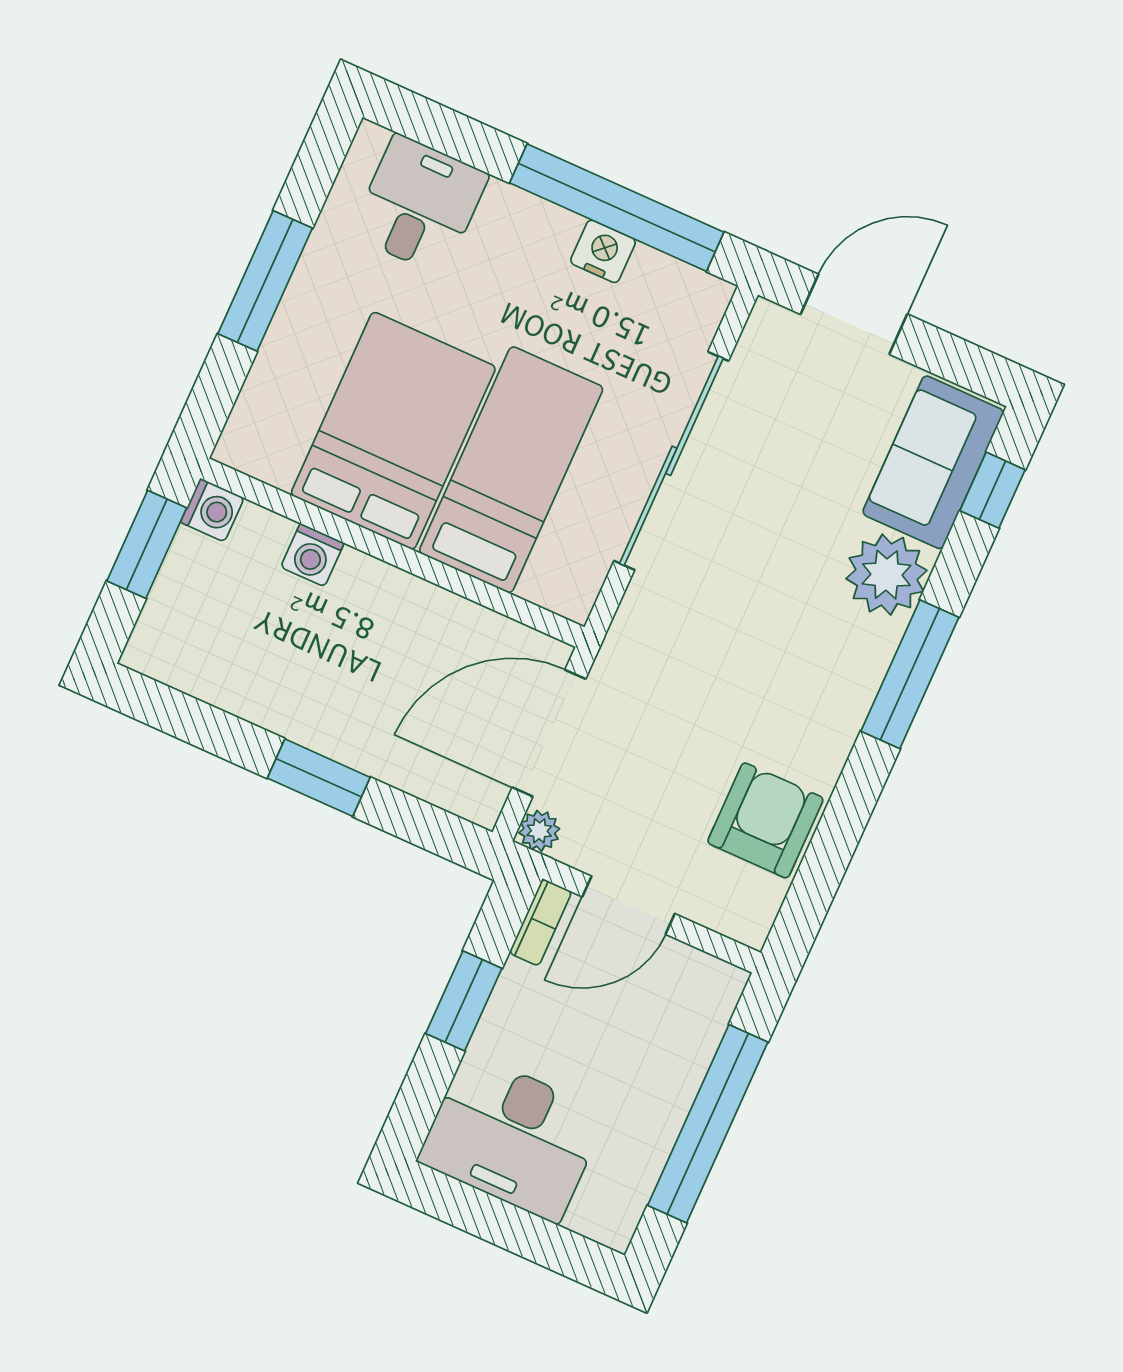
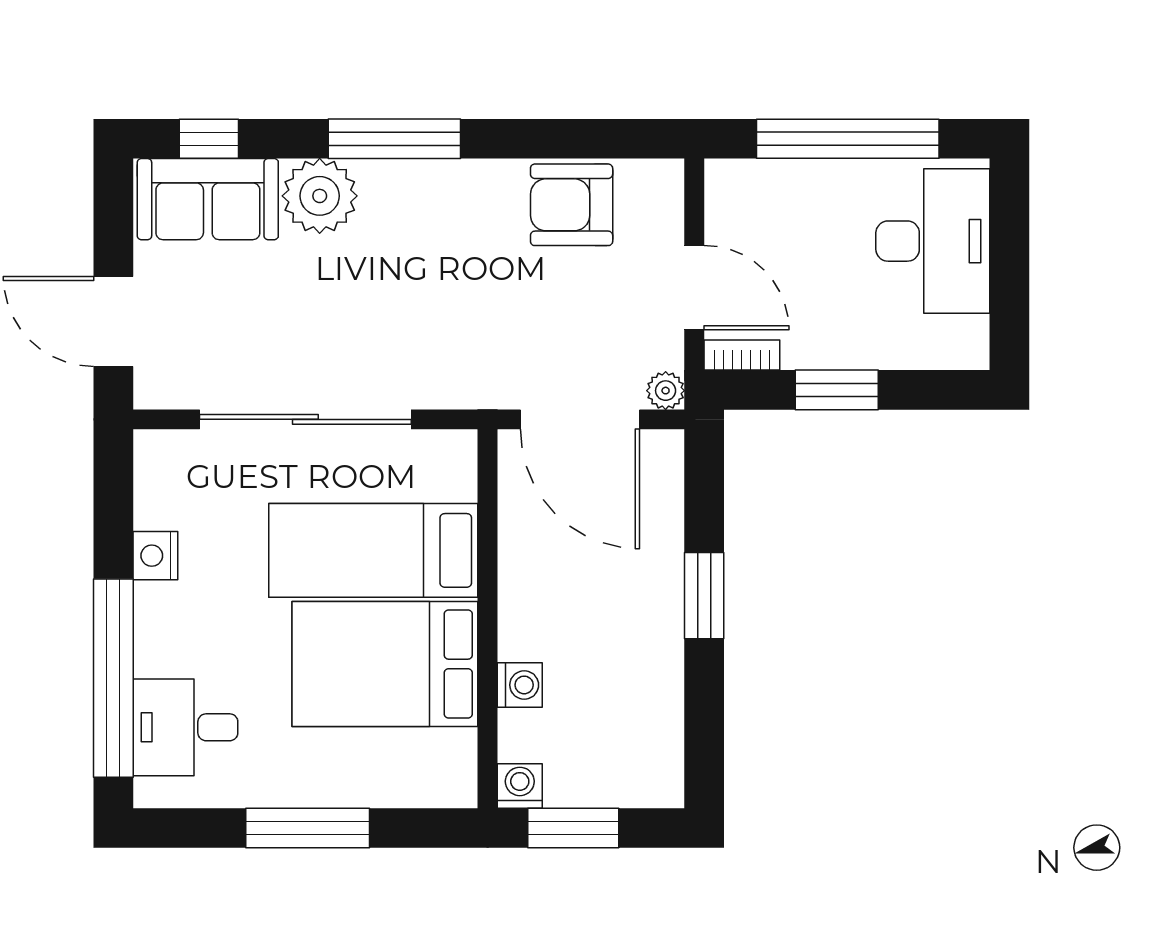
window: (617, 208) -> (113, 678), moved
desk: (512, 1137) -> (933, 241), moved

